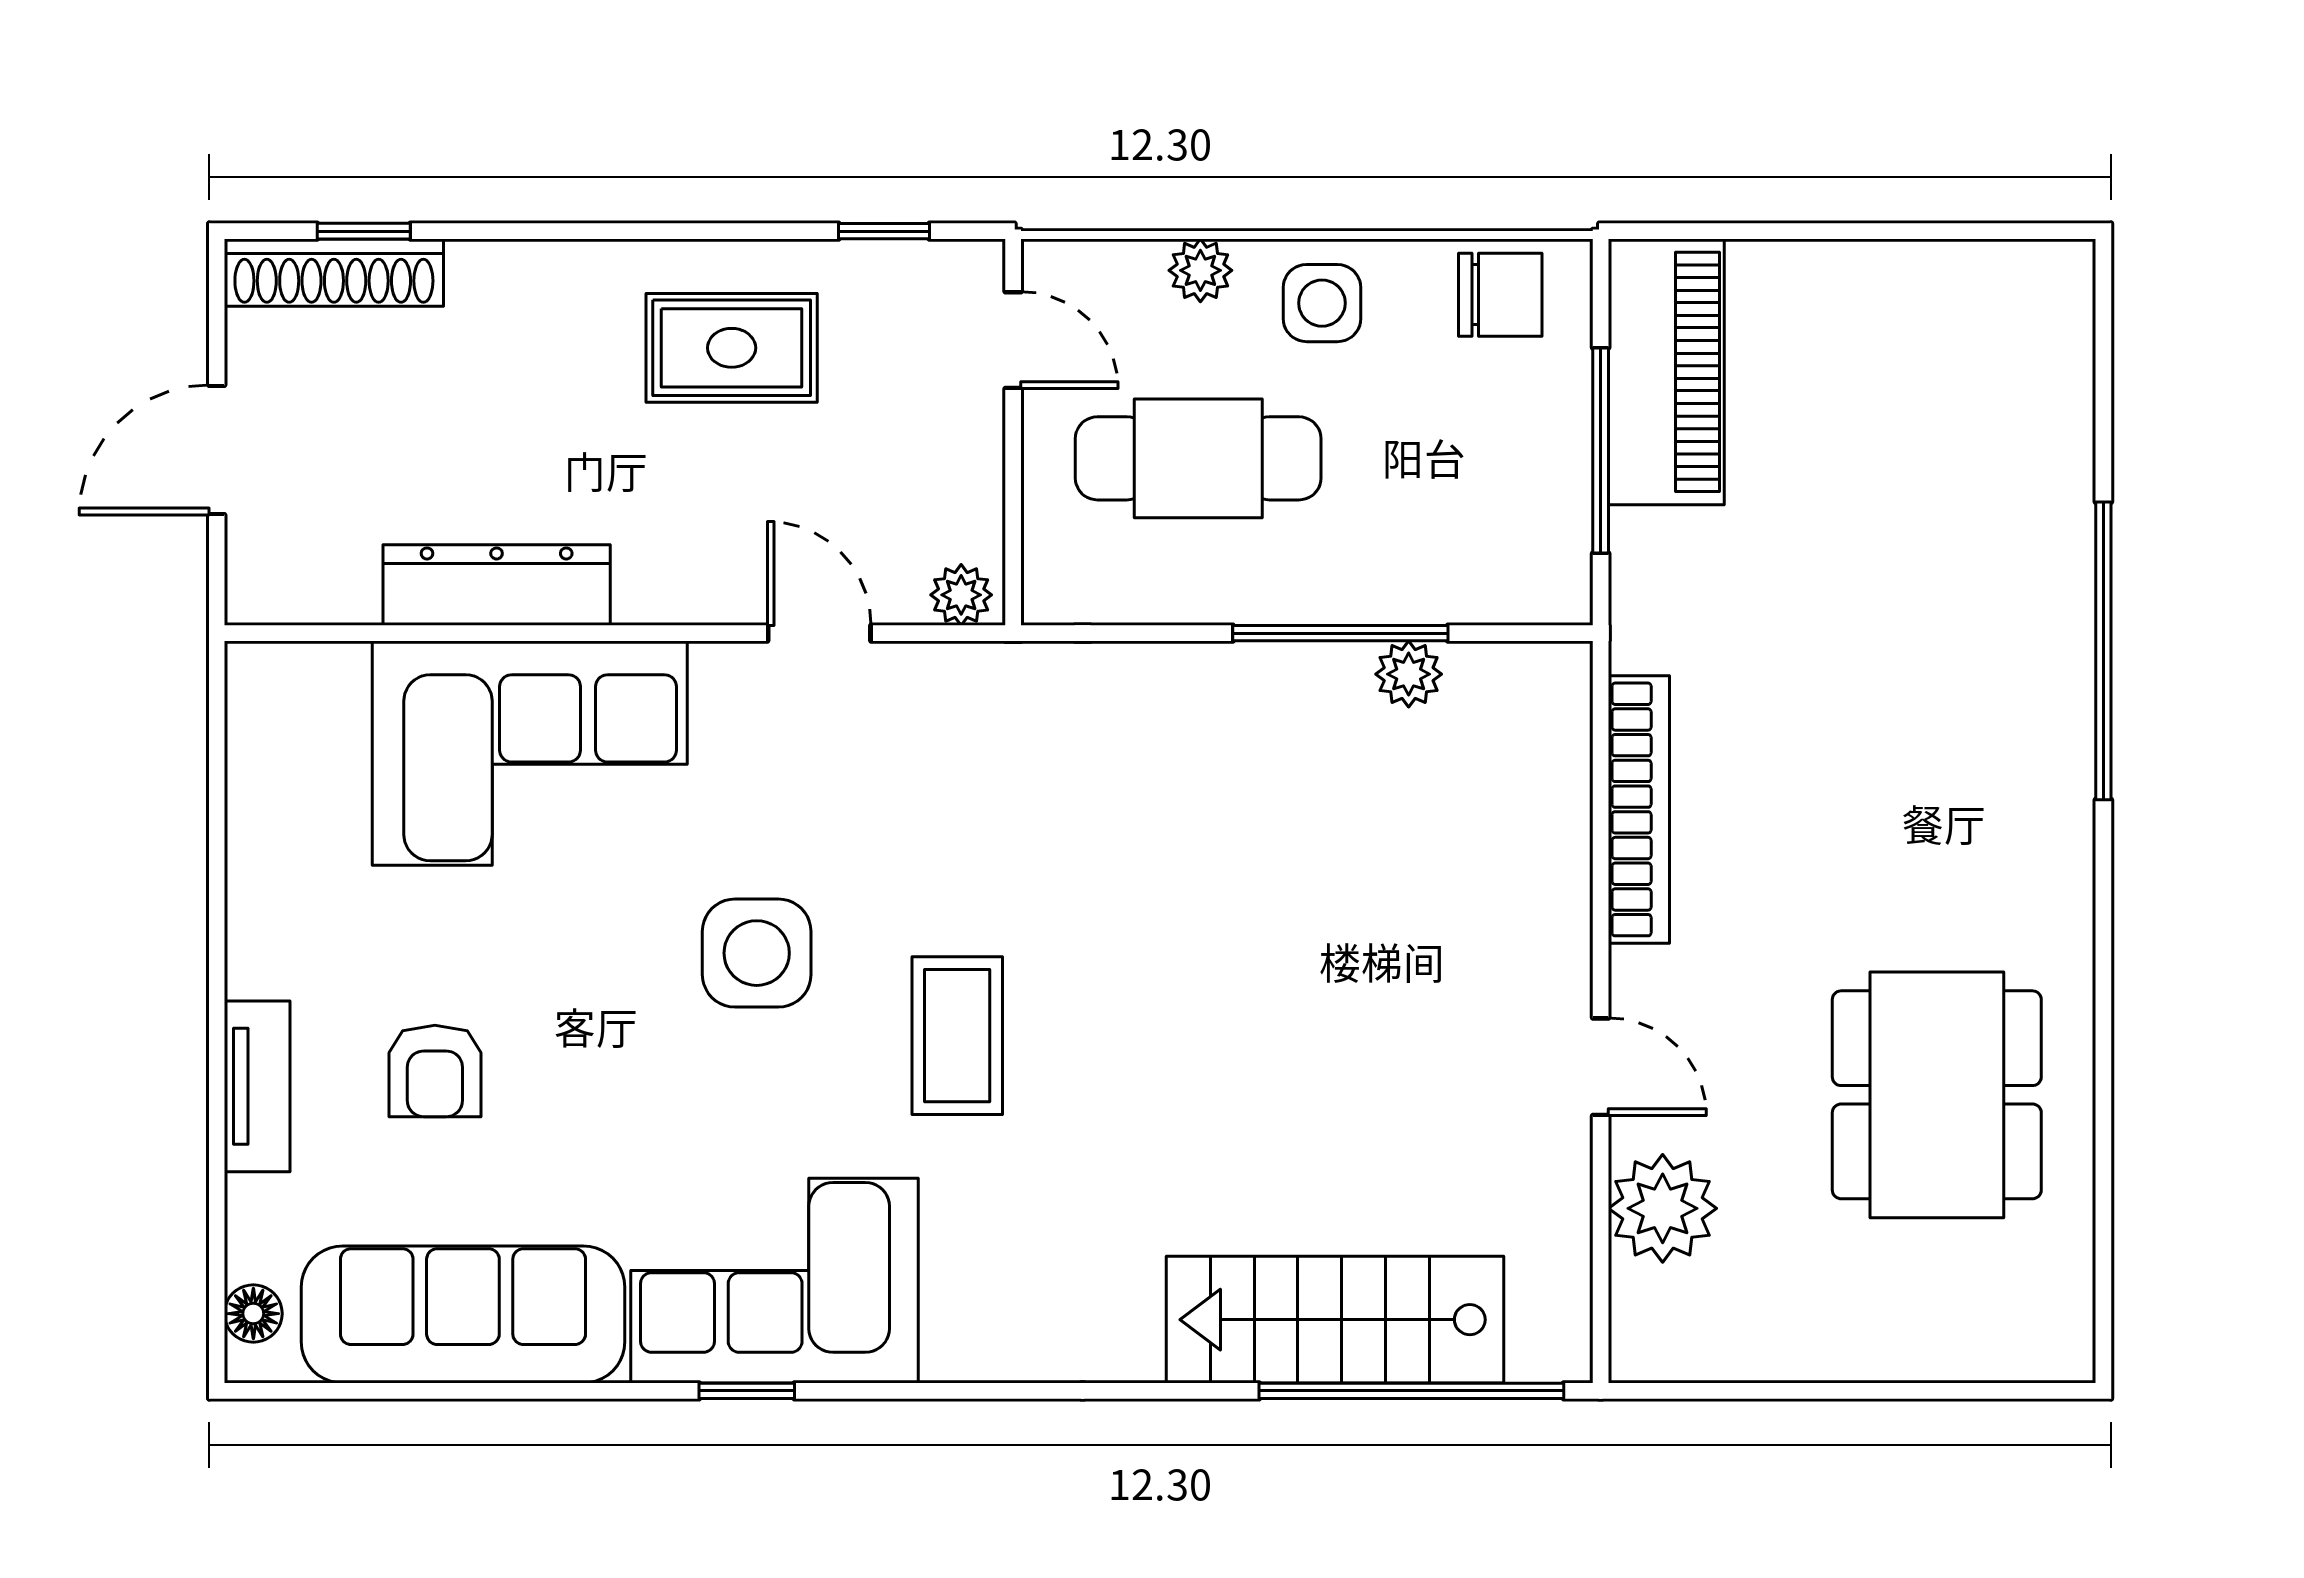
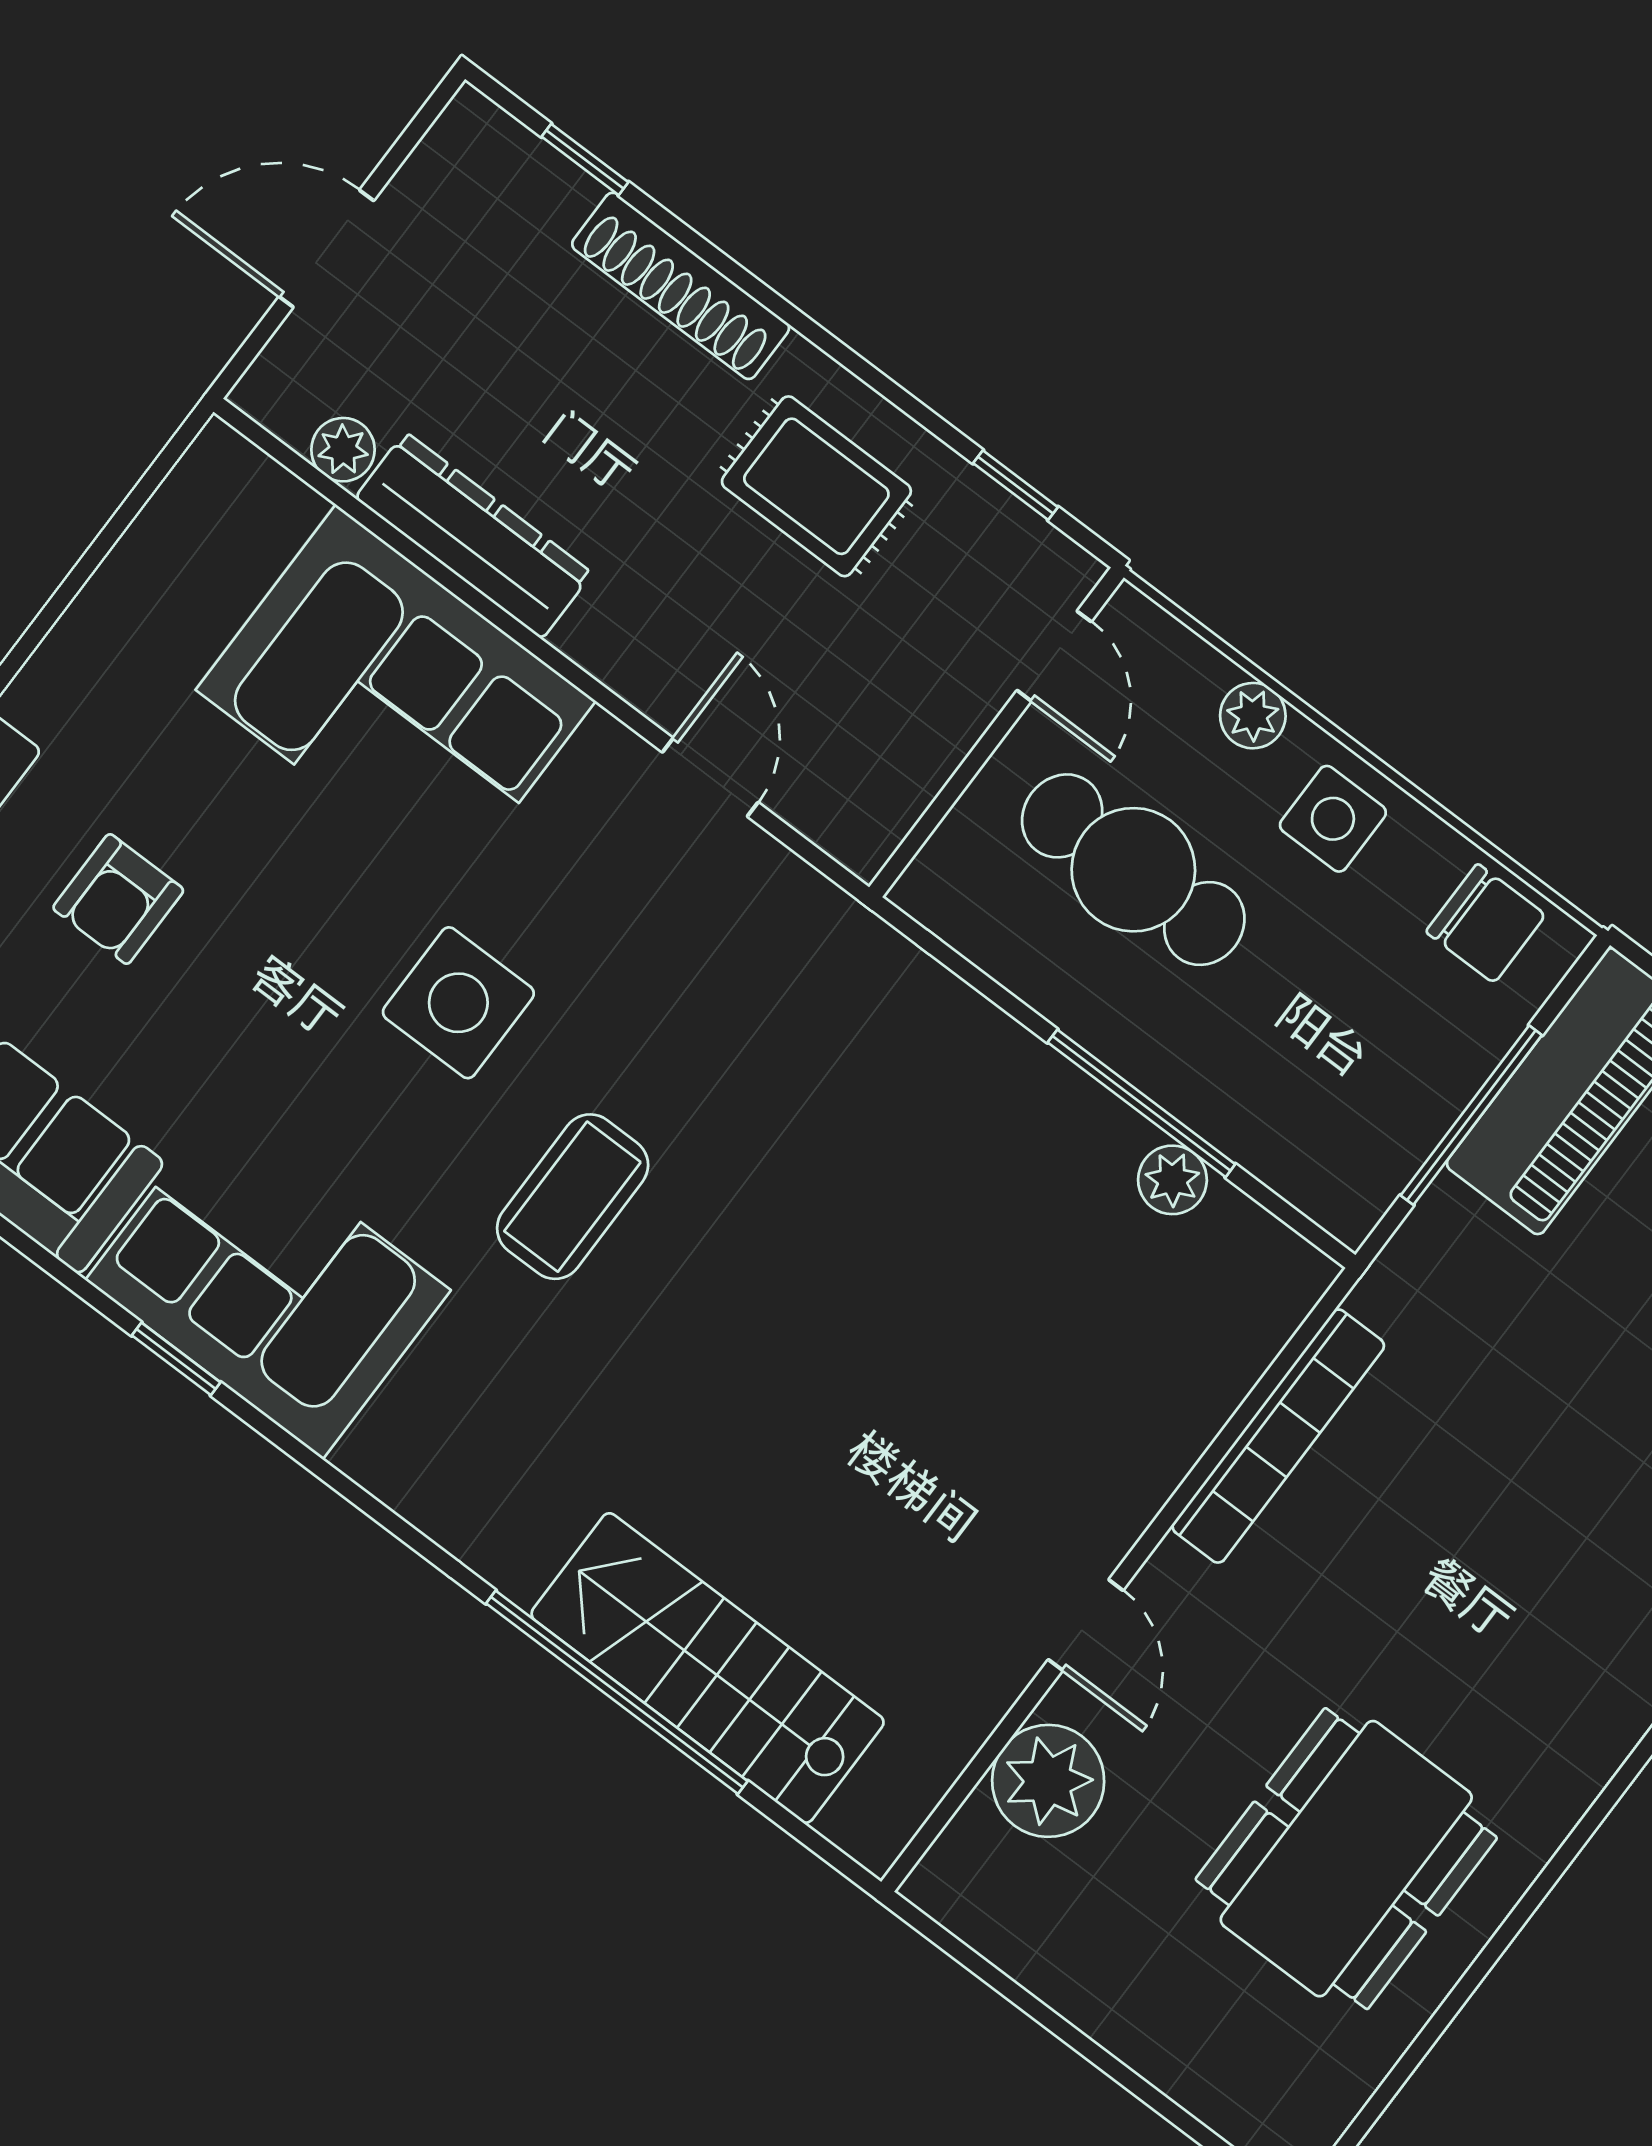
shoe rack: (334, 273) -> (681, 286), moved
plant: (961, 595) -> (343, 450), moved
window: (1411, 1391) -> (617, 1692), moved

